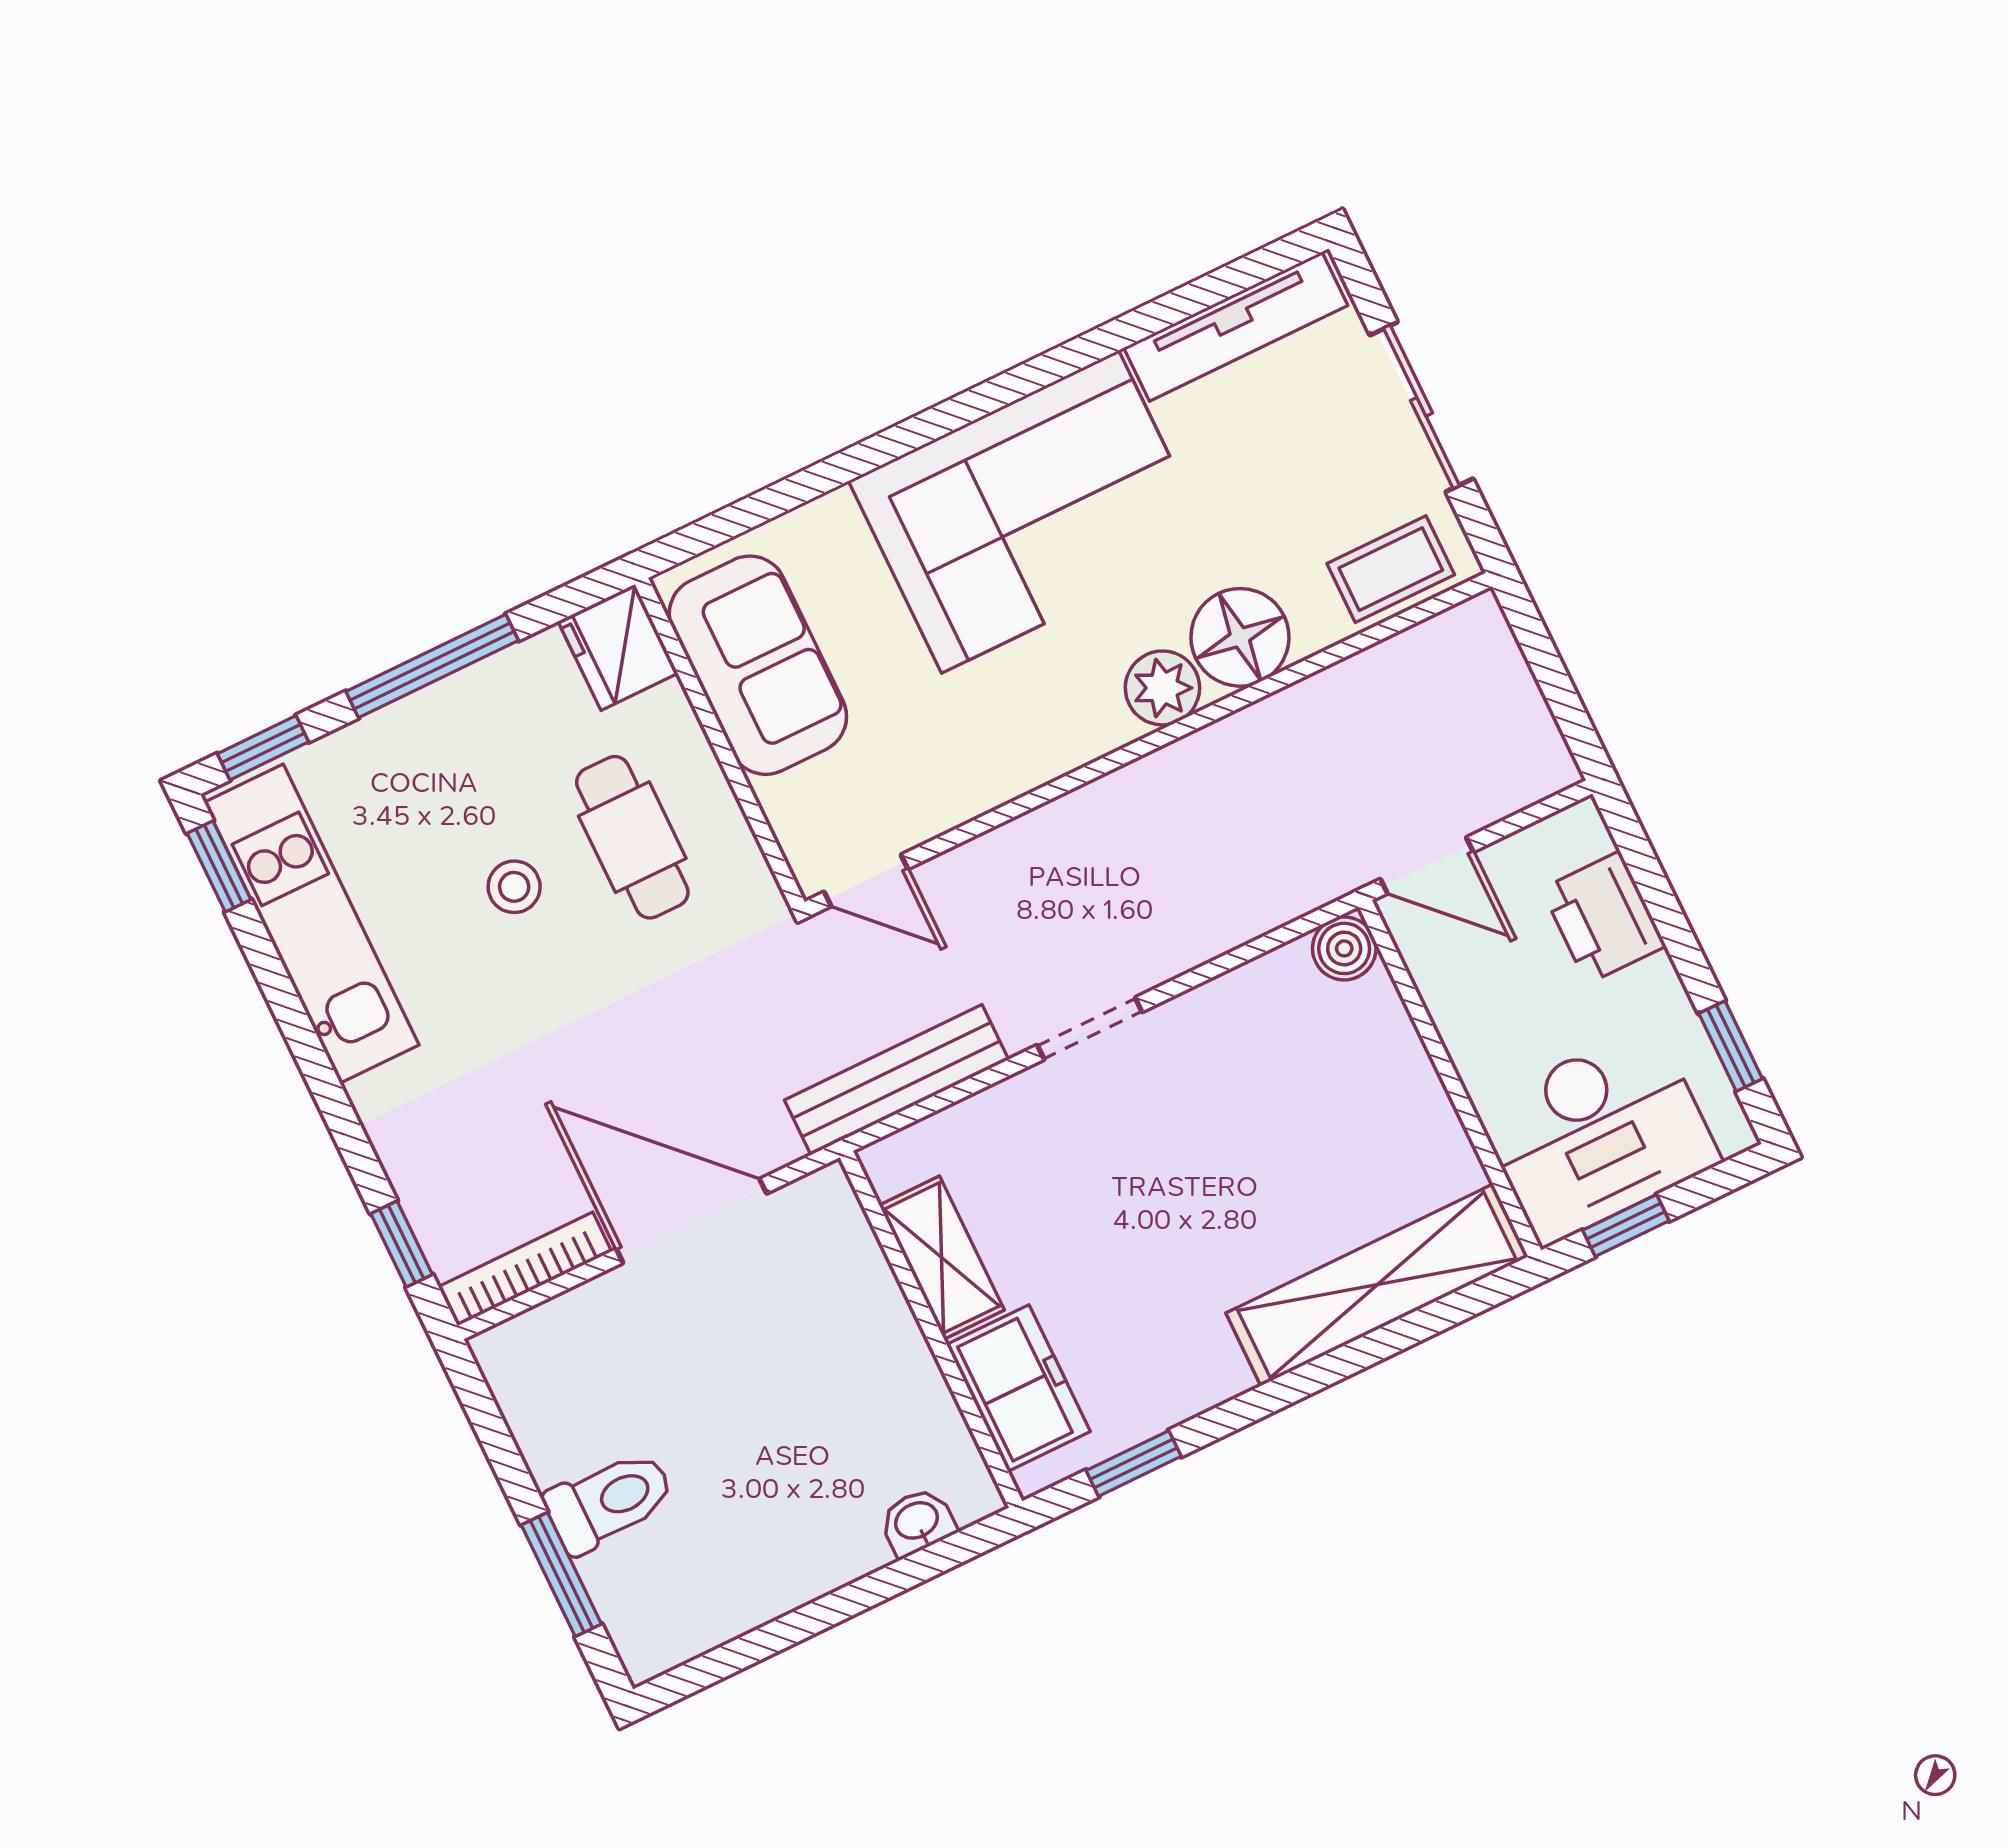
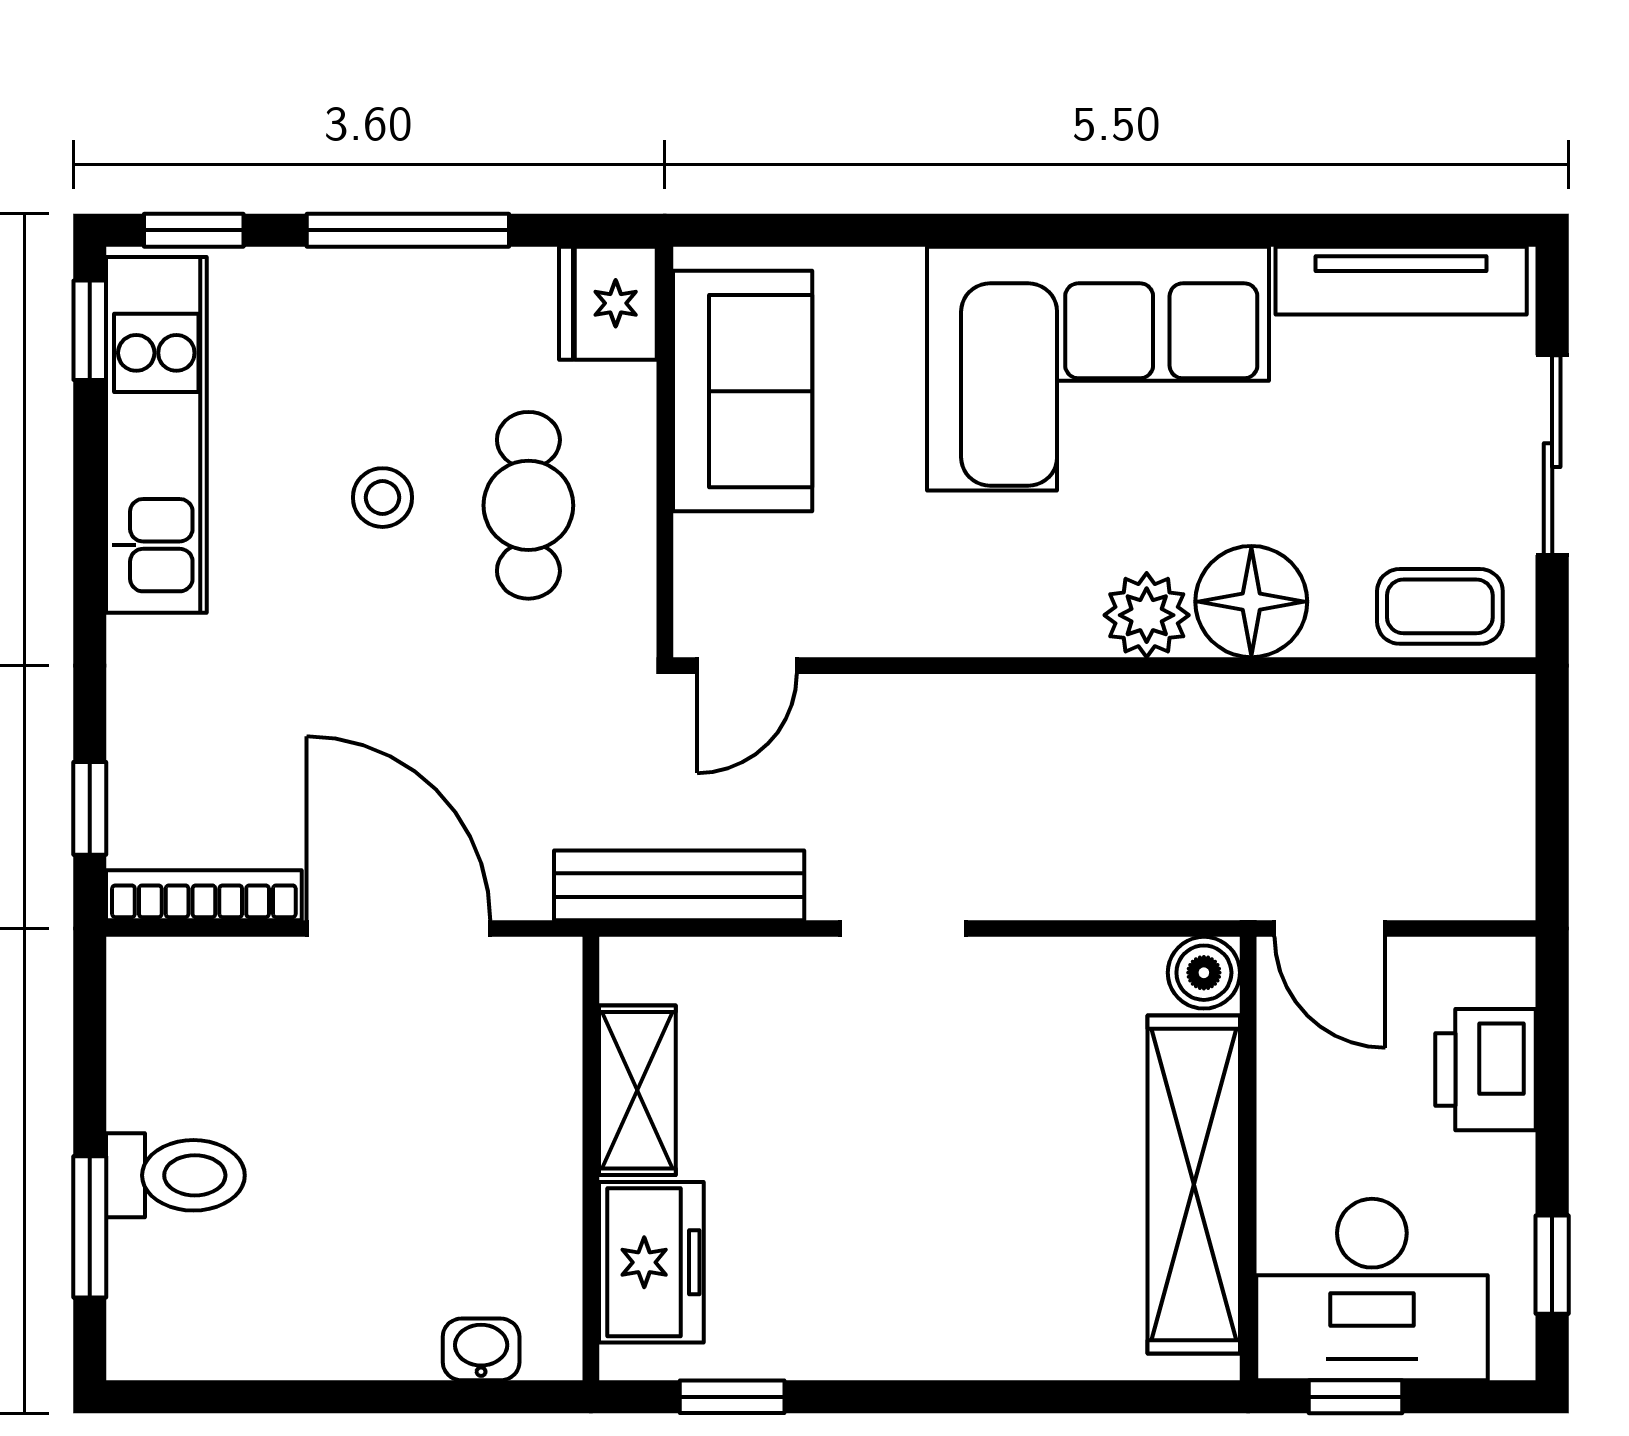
door: (866, 880) -> (747, 666), hinge flipped
shelving: (1377, 1285) -> (1194, 1184), moved, turned 90

